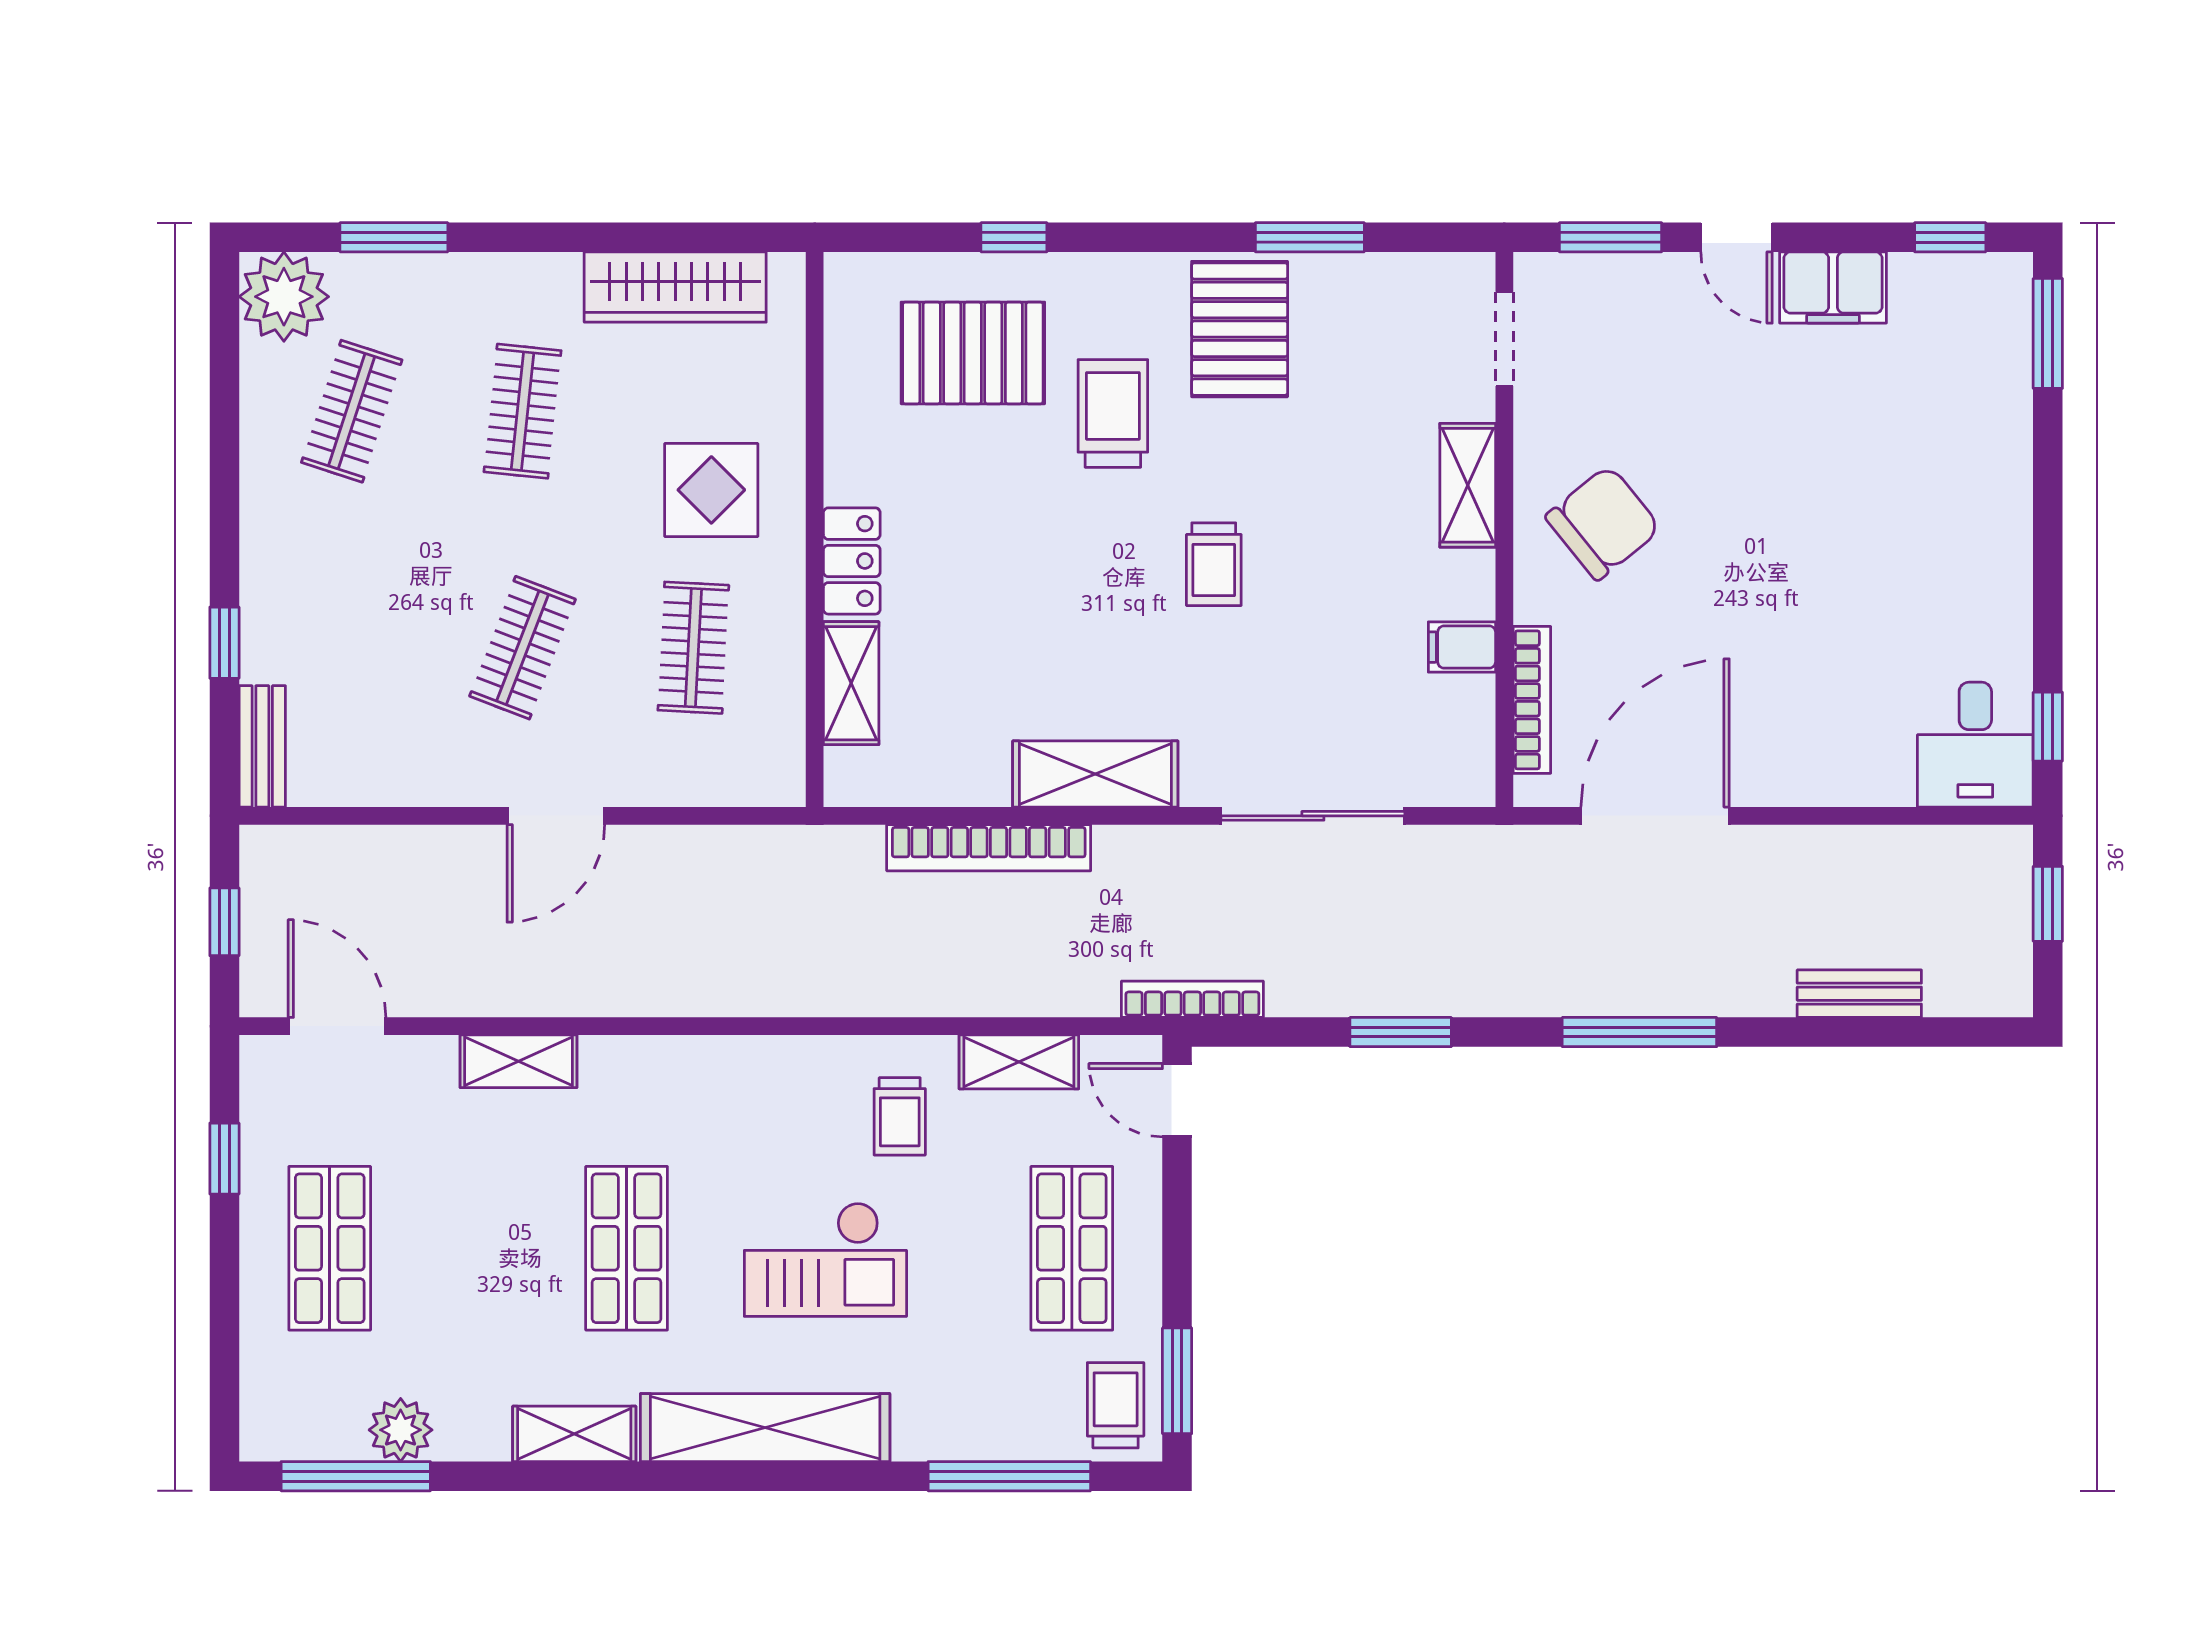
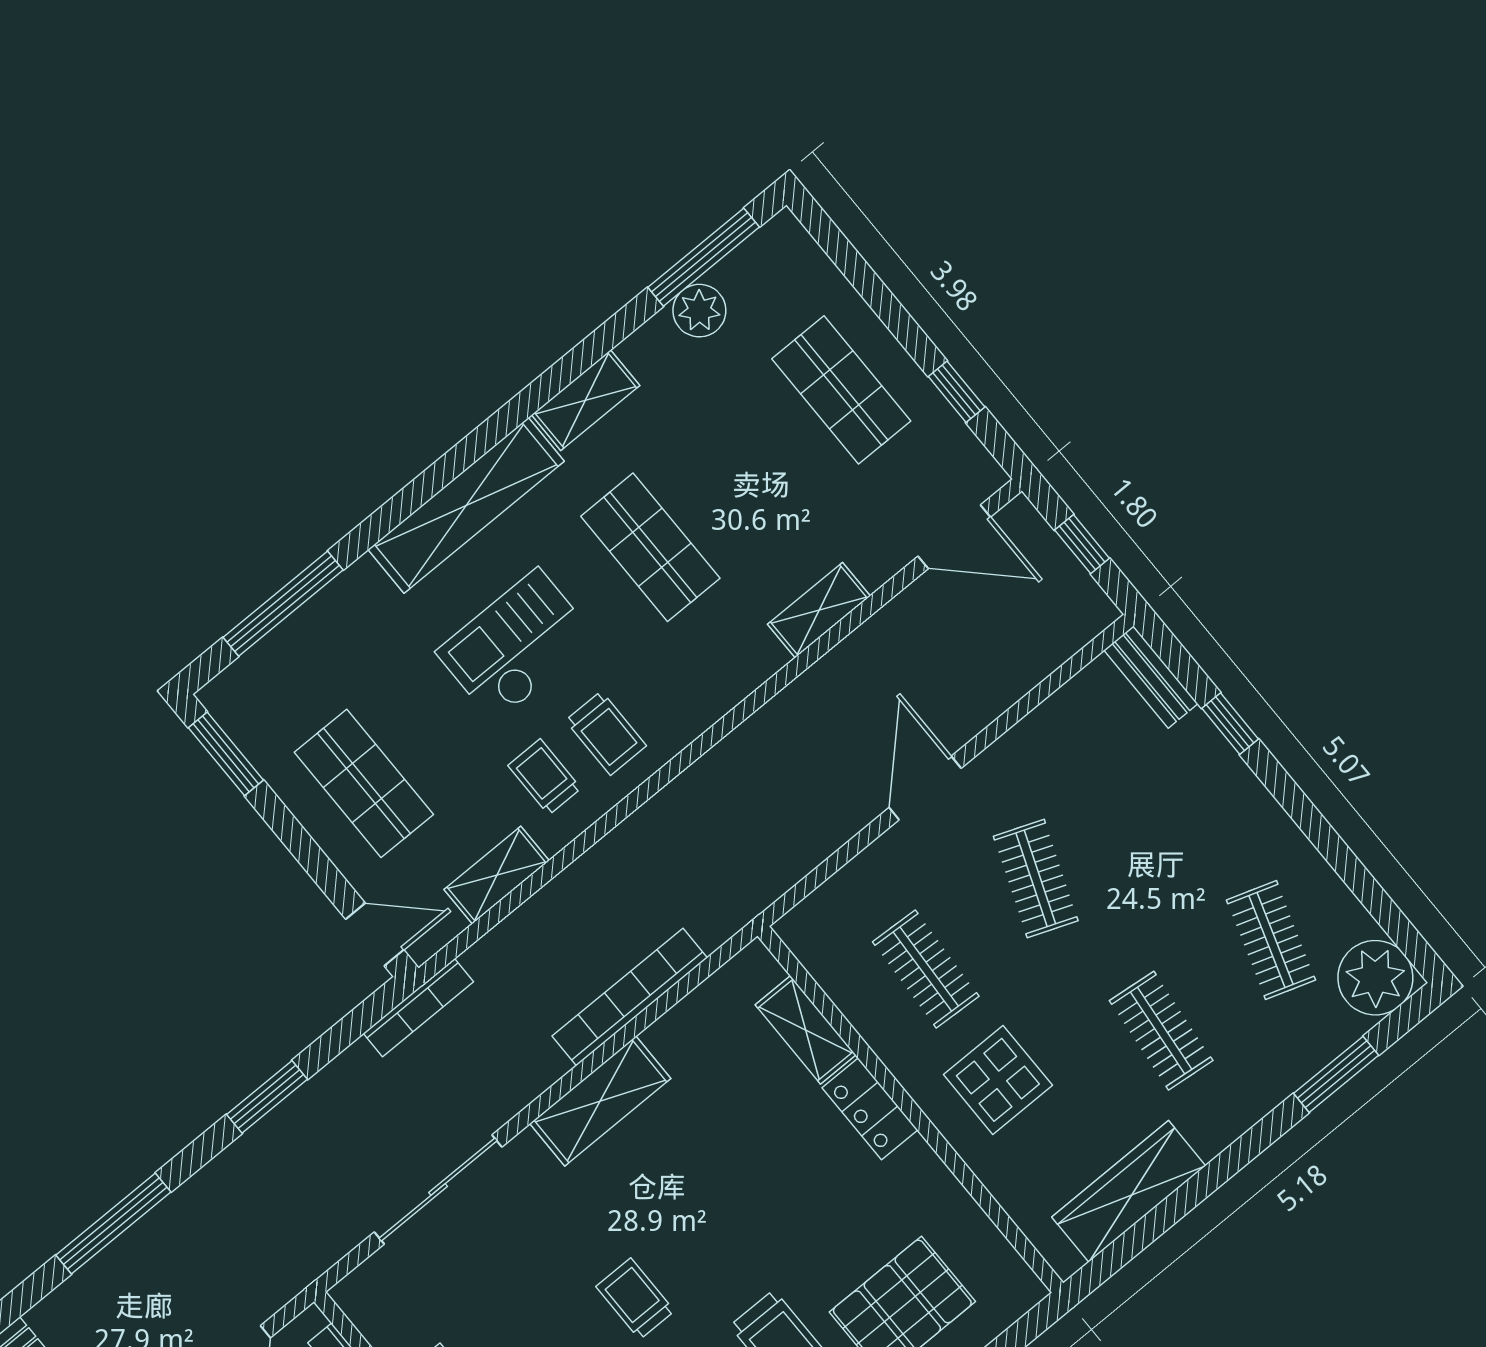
trolley: (1116, 1405) -> (606, 733), moved

